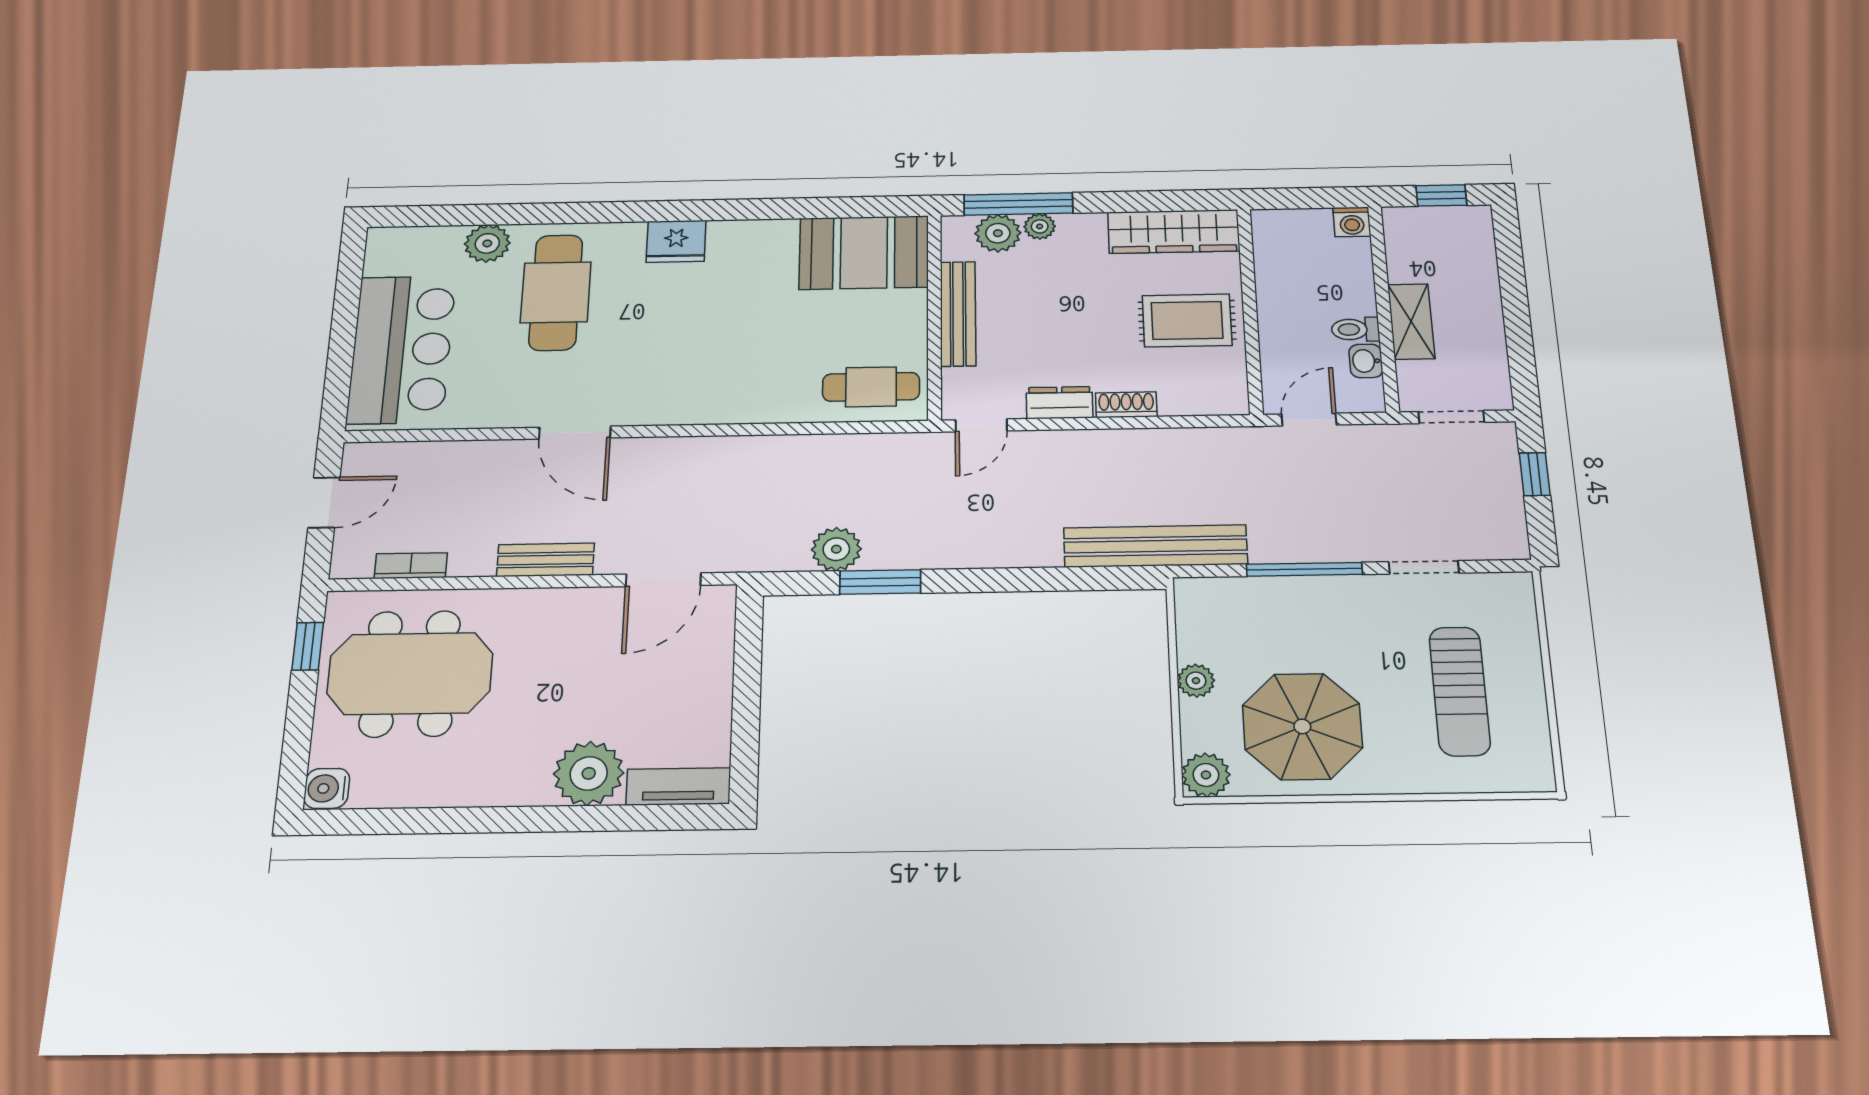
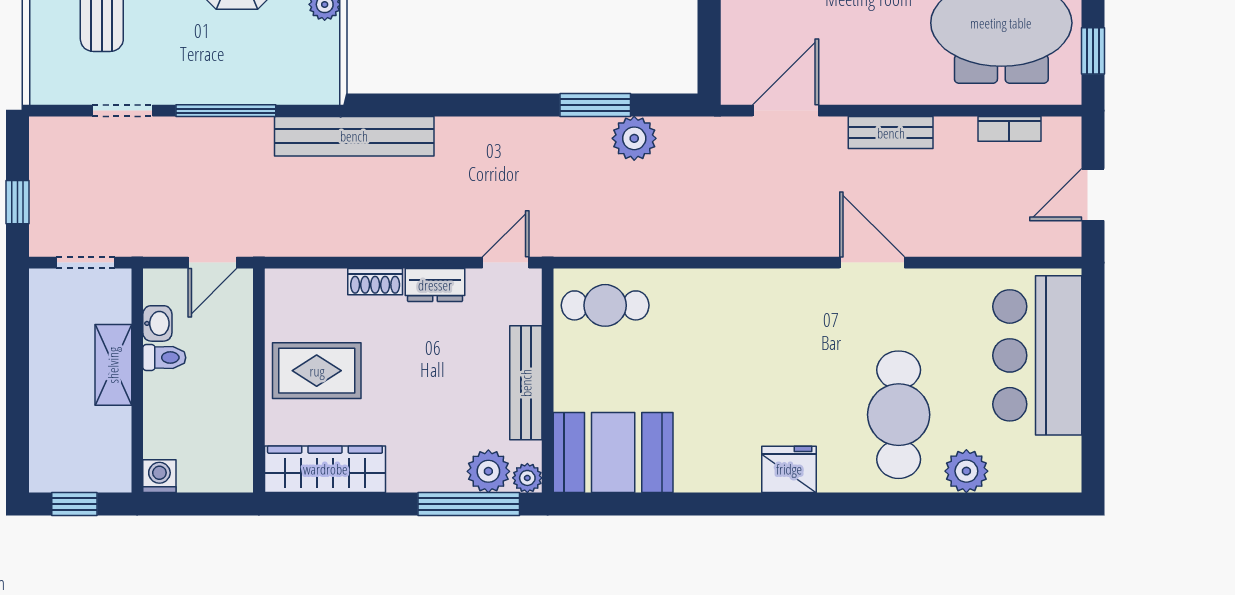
plant: (1040, 226) -> (527, 478), moved

